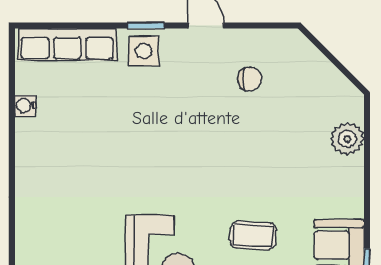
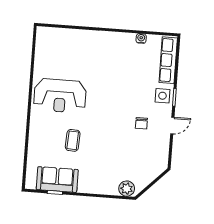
chair: (250, 79) -> (141, 123), moved
plant: (347, 139) -> (127, 189), moved

